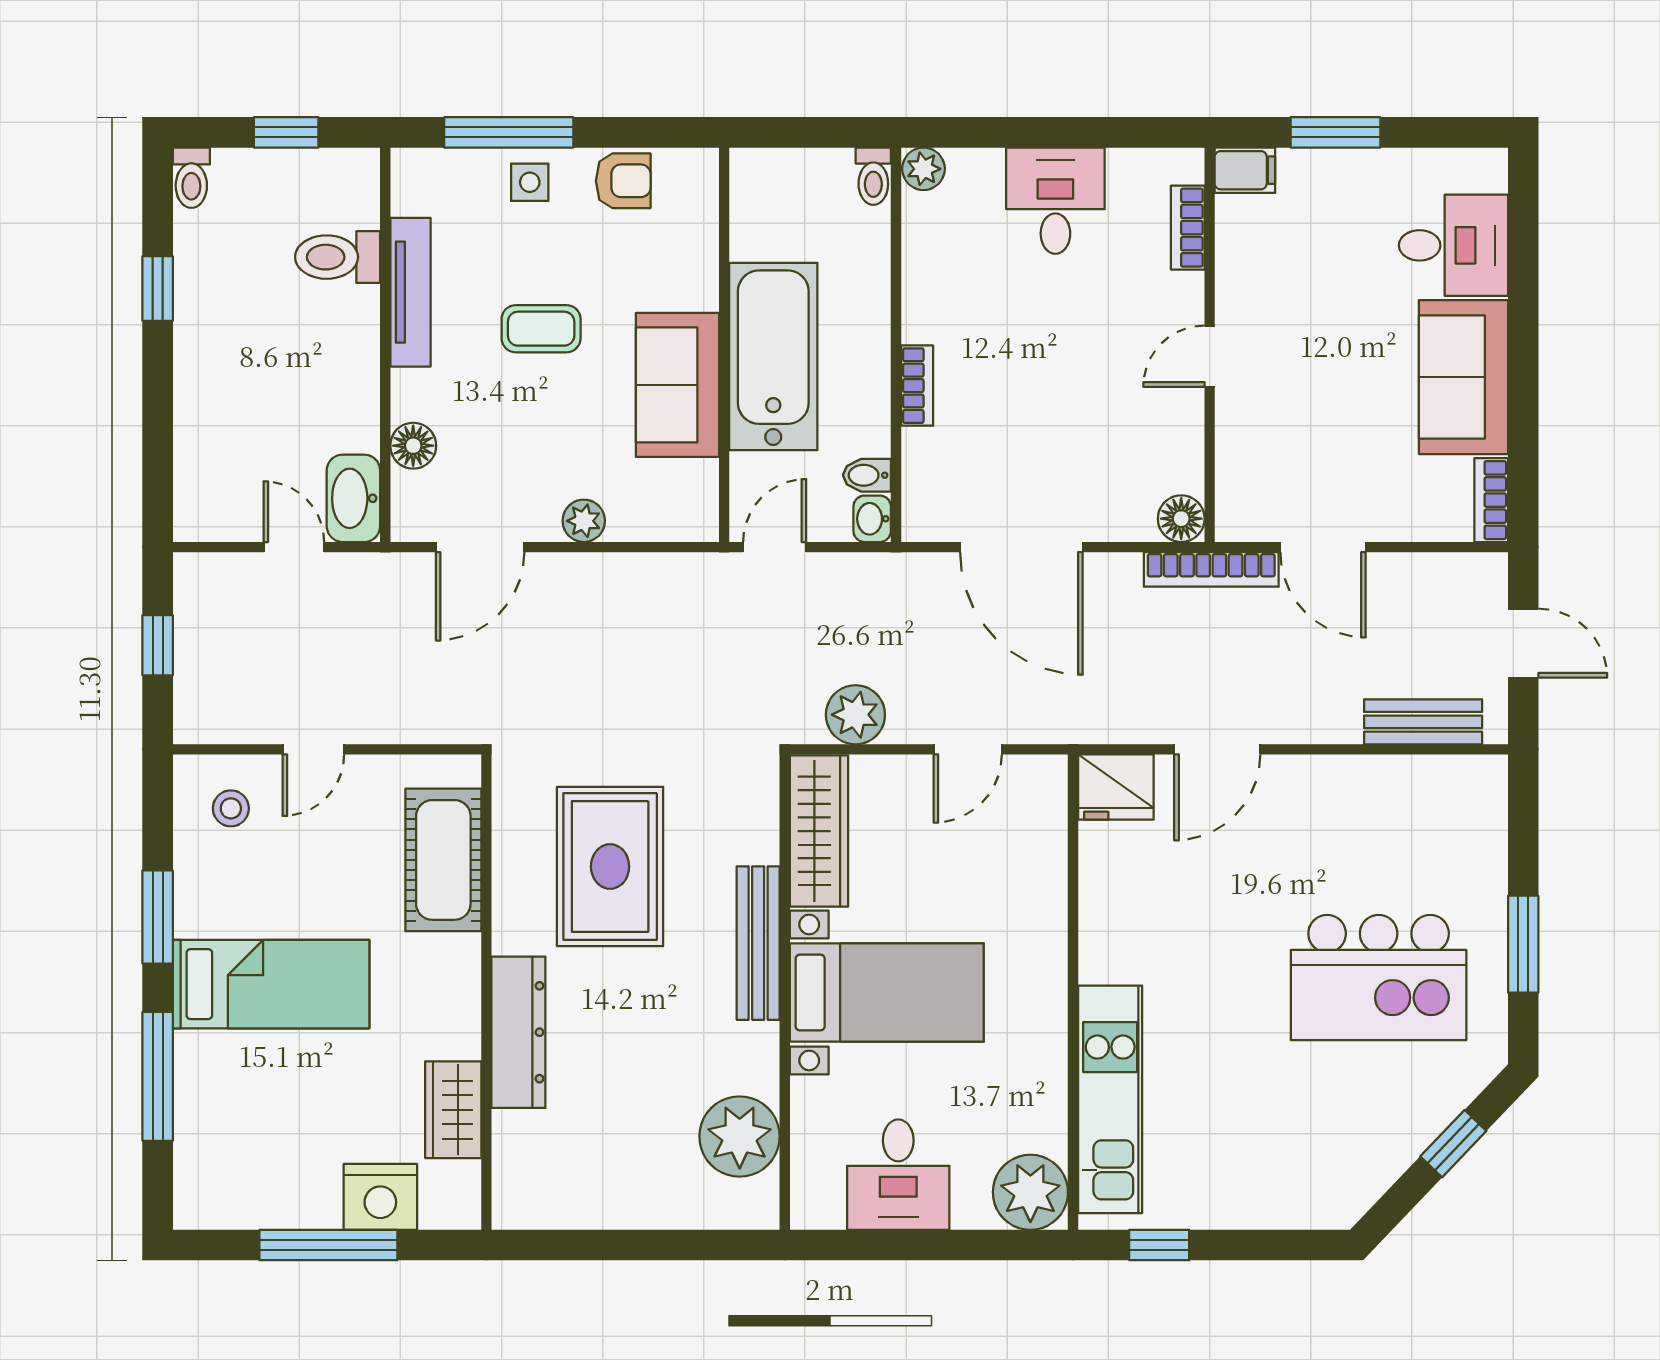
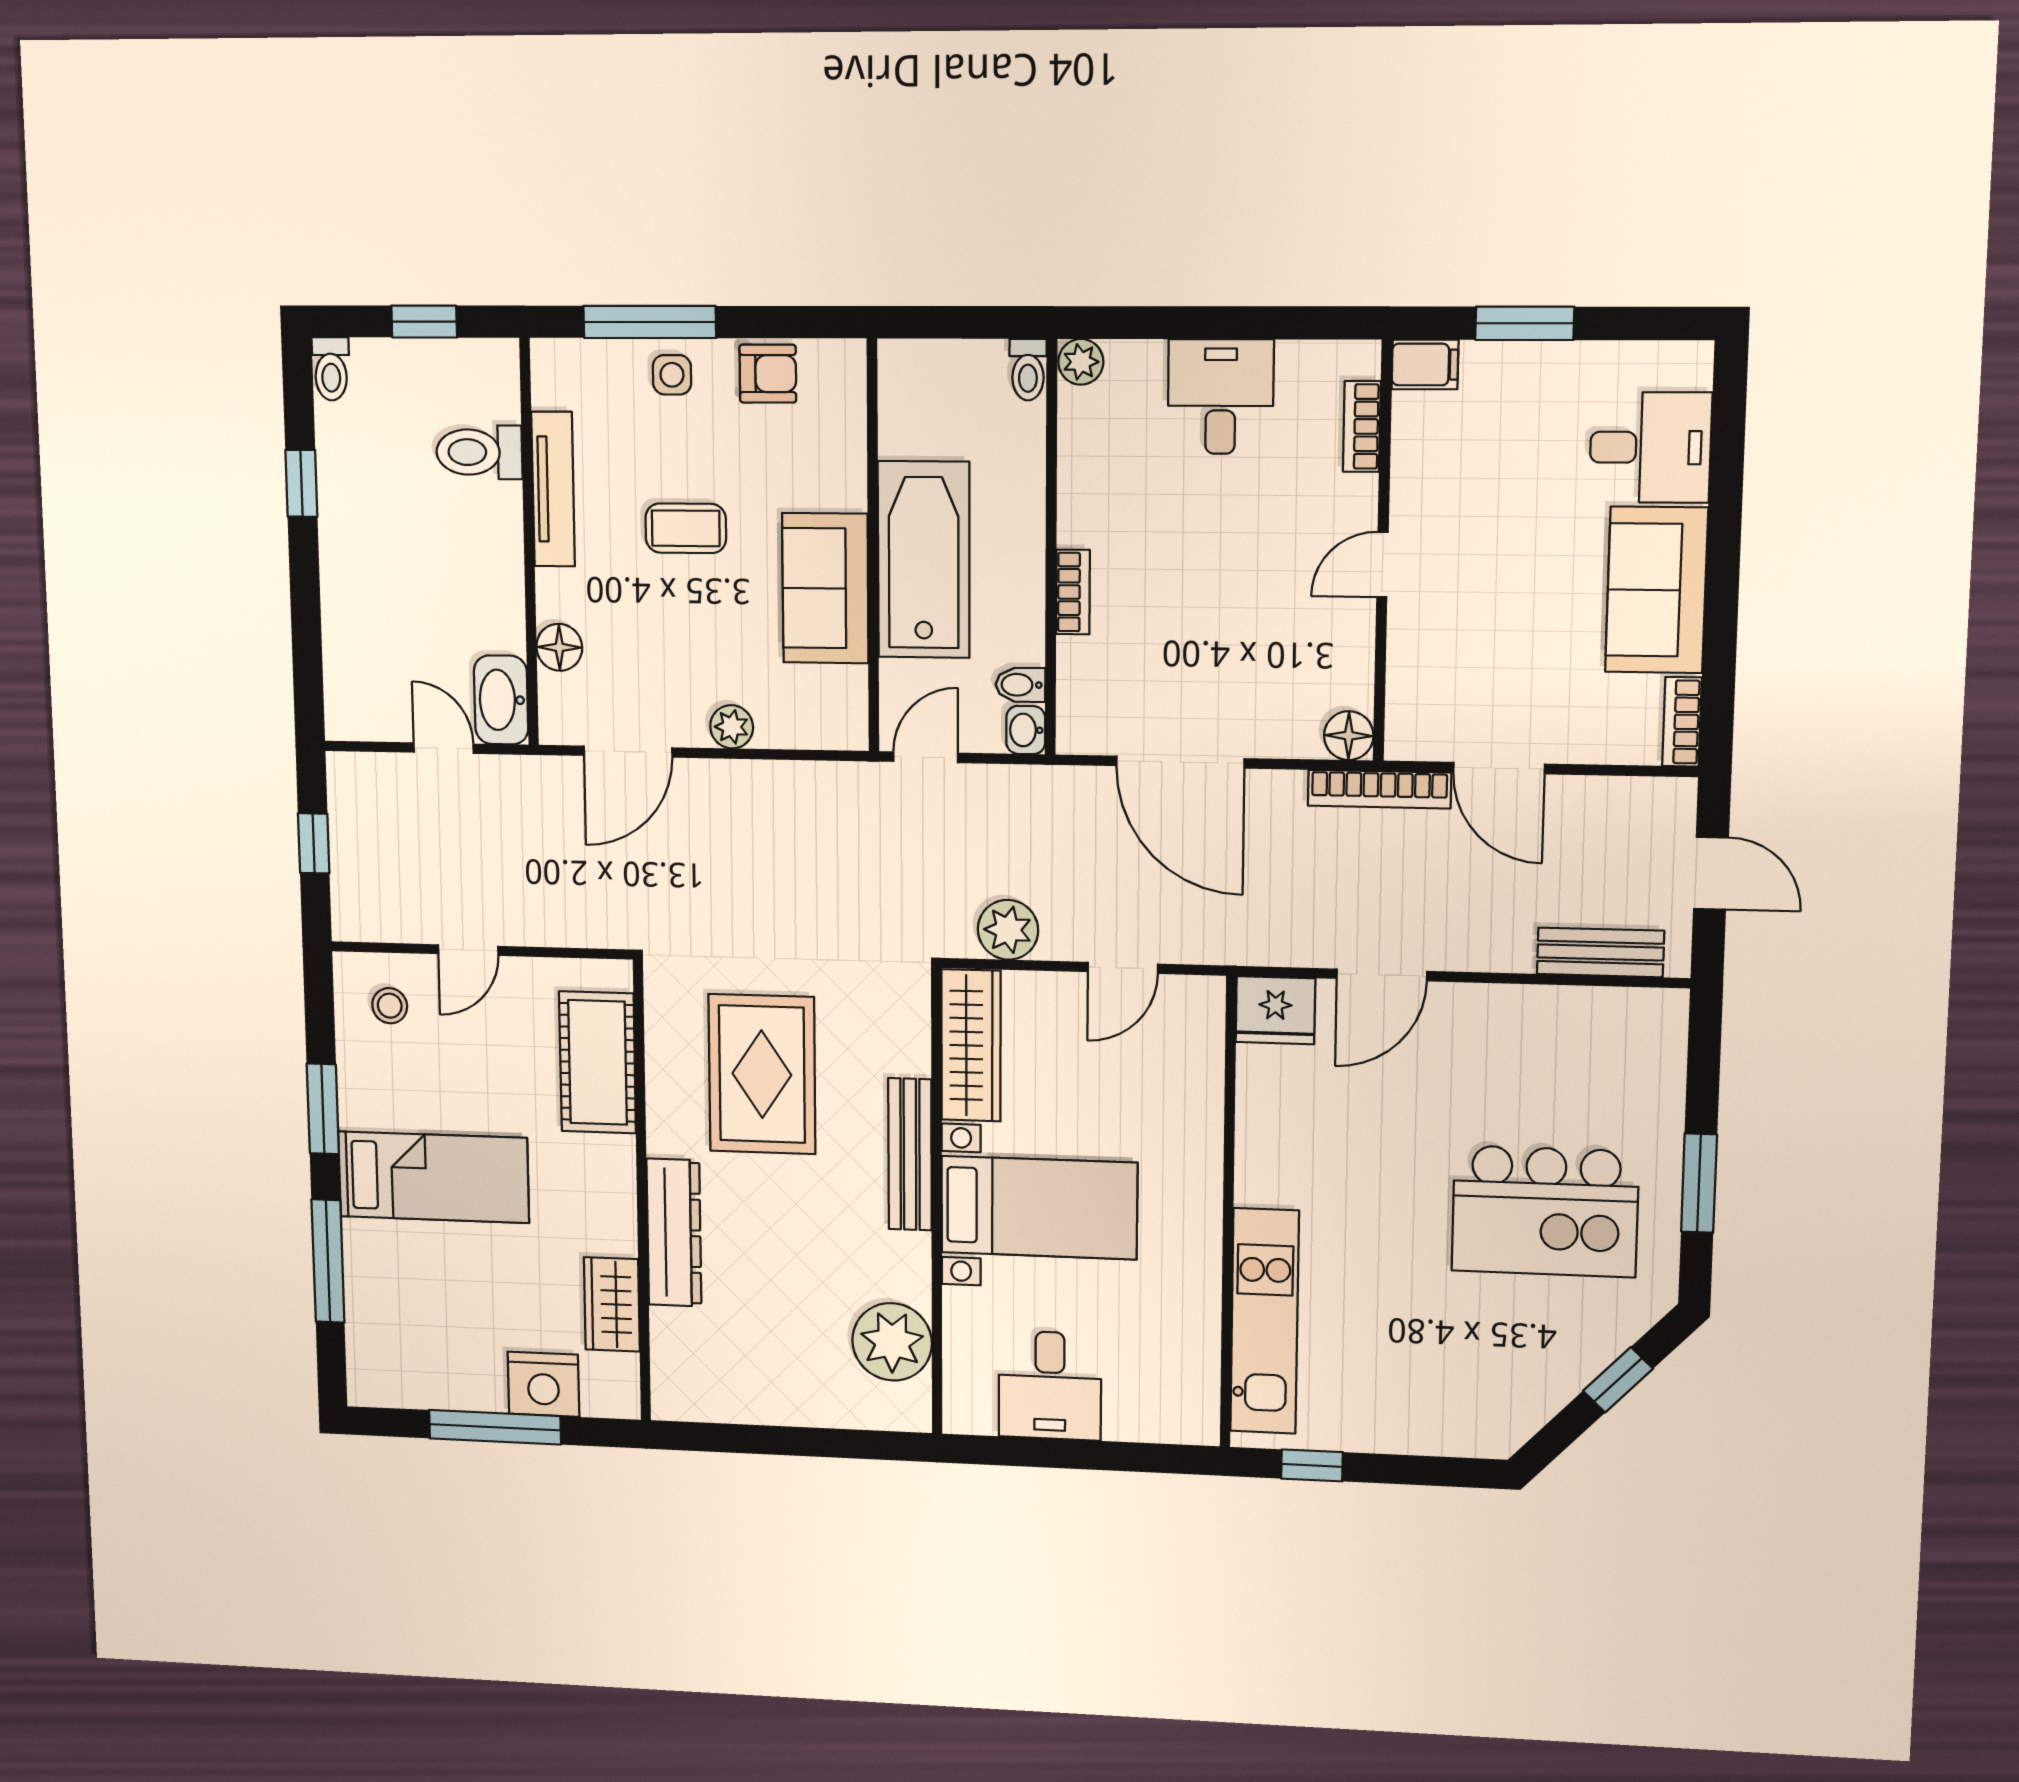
plant: (1030, 1192) -> (1182, 1408), removed

